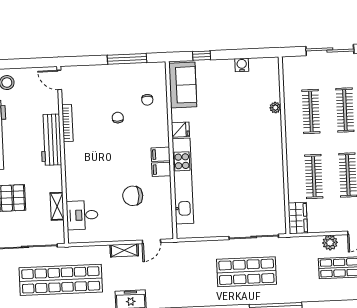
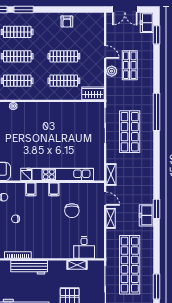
filing cabinet: (161, 154) -> (31, 189), moved
shelving: (186, 248) -> (111, 174), added

